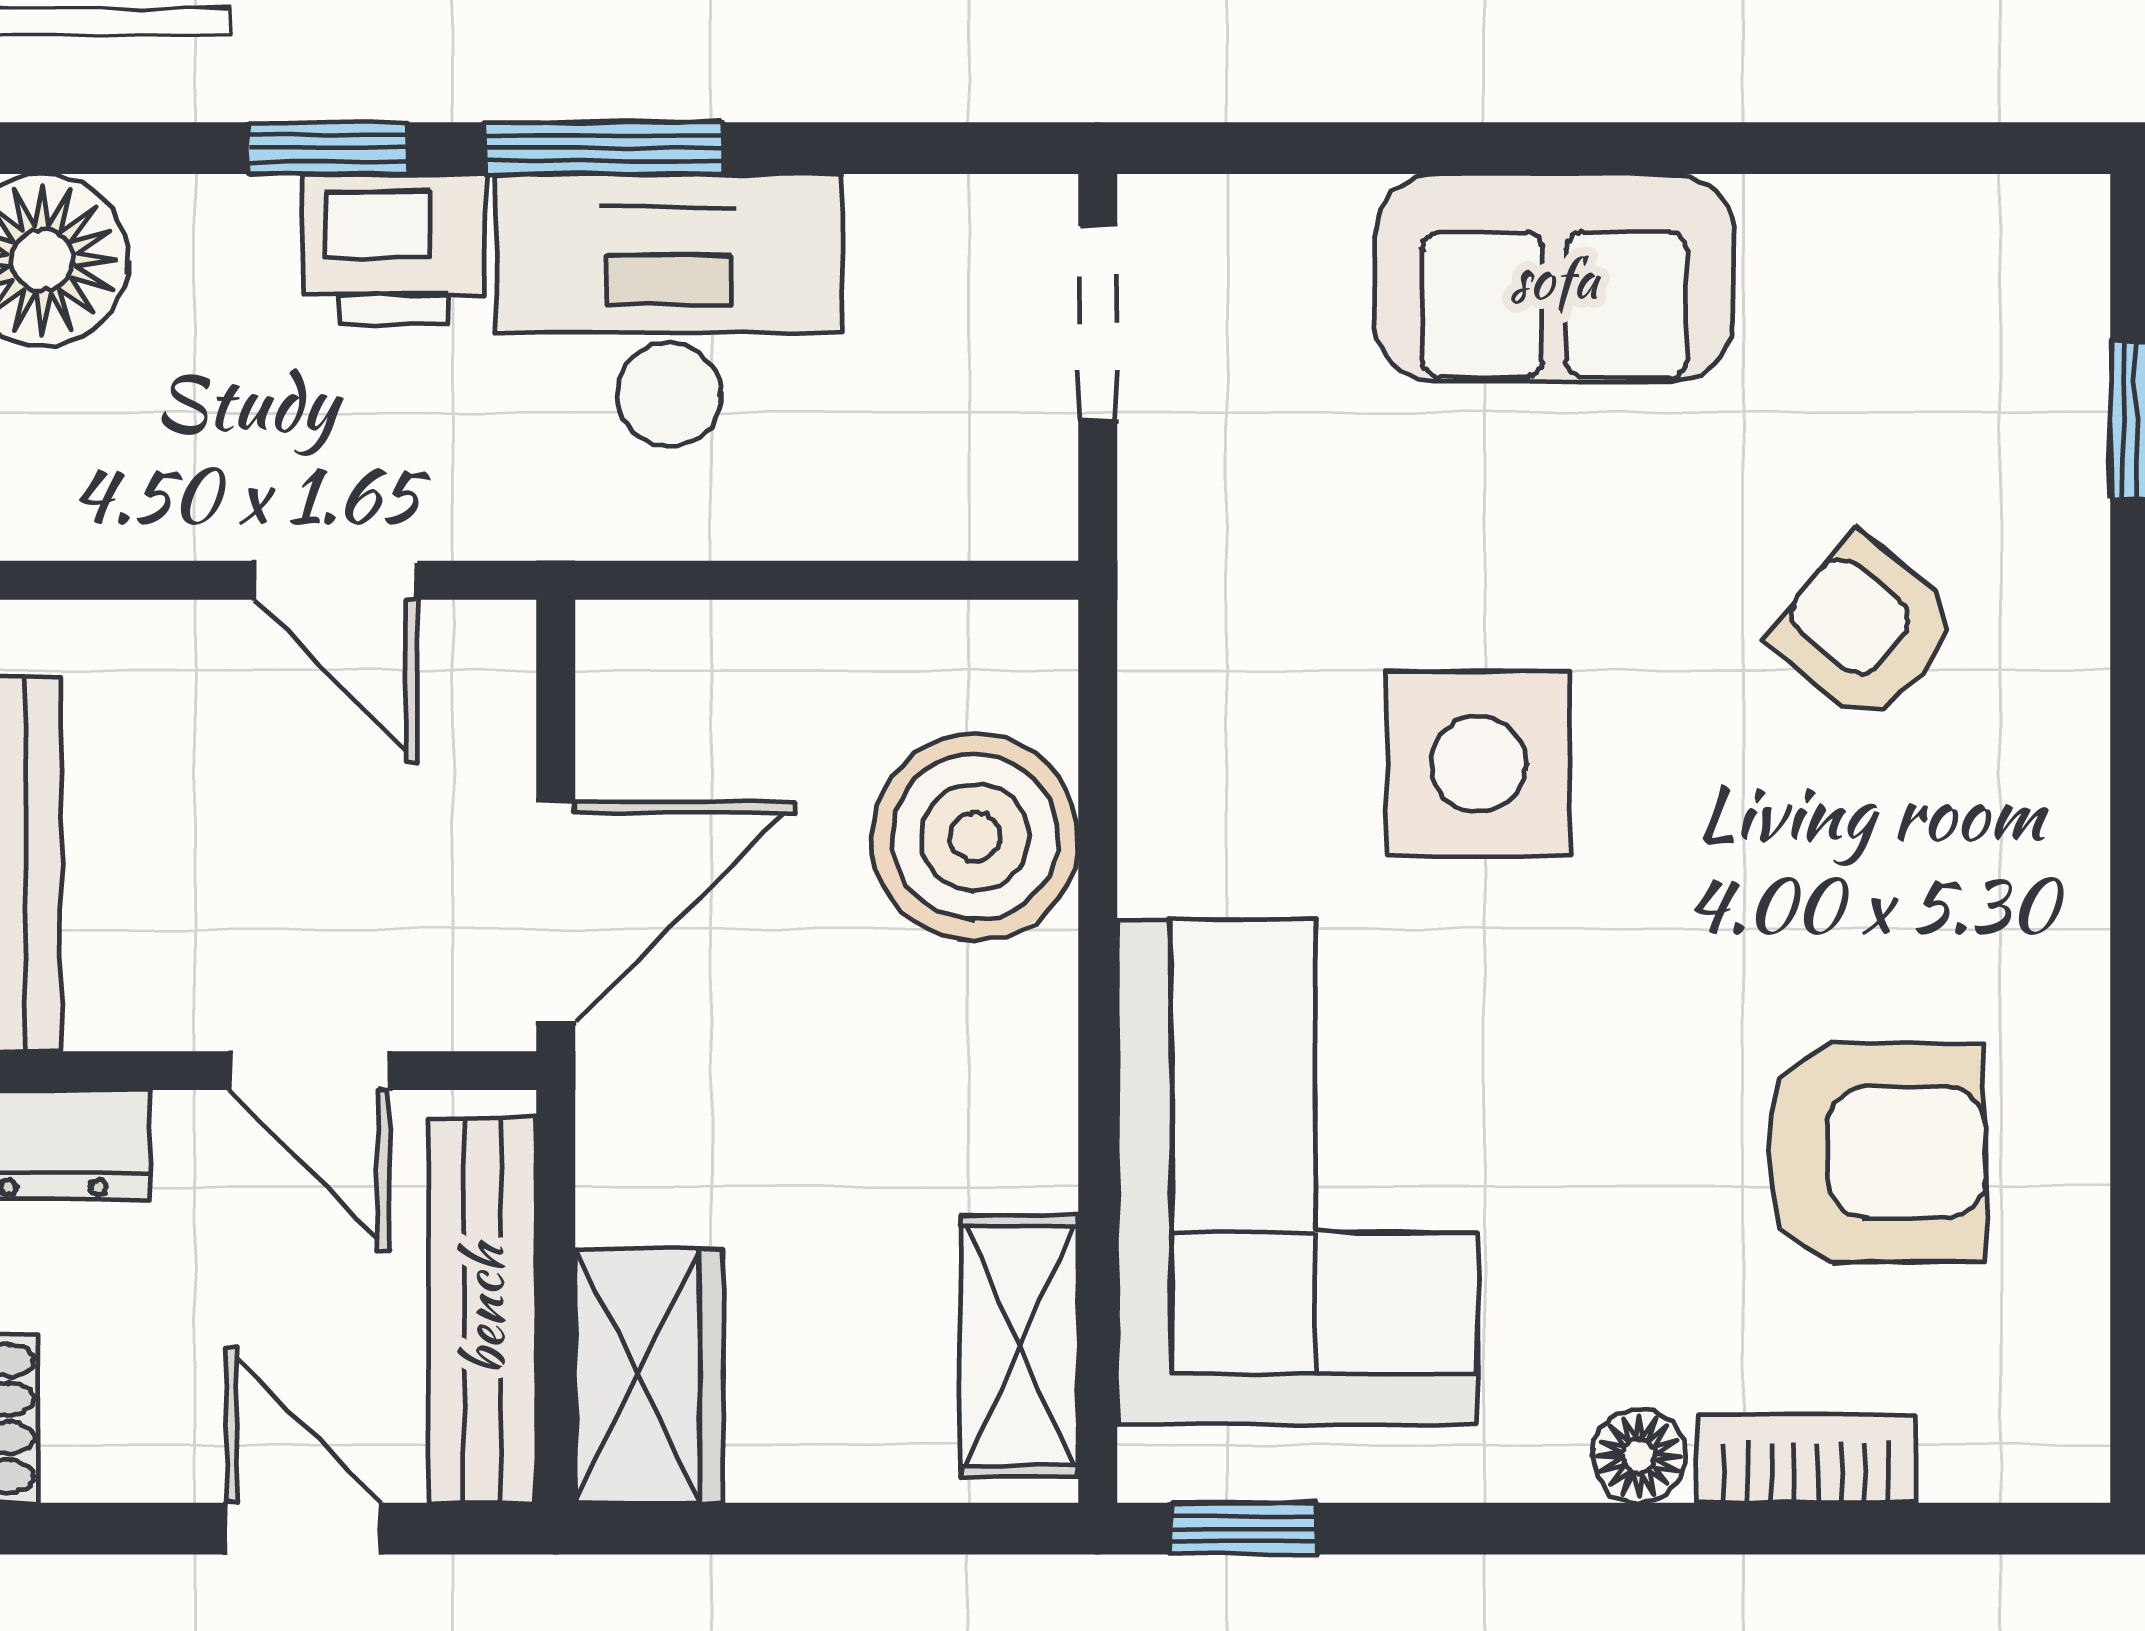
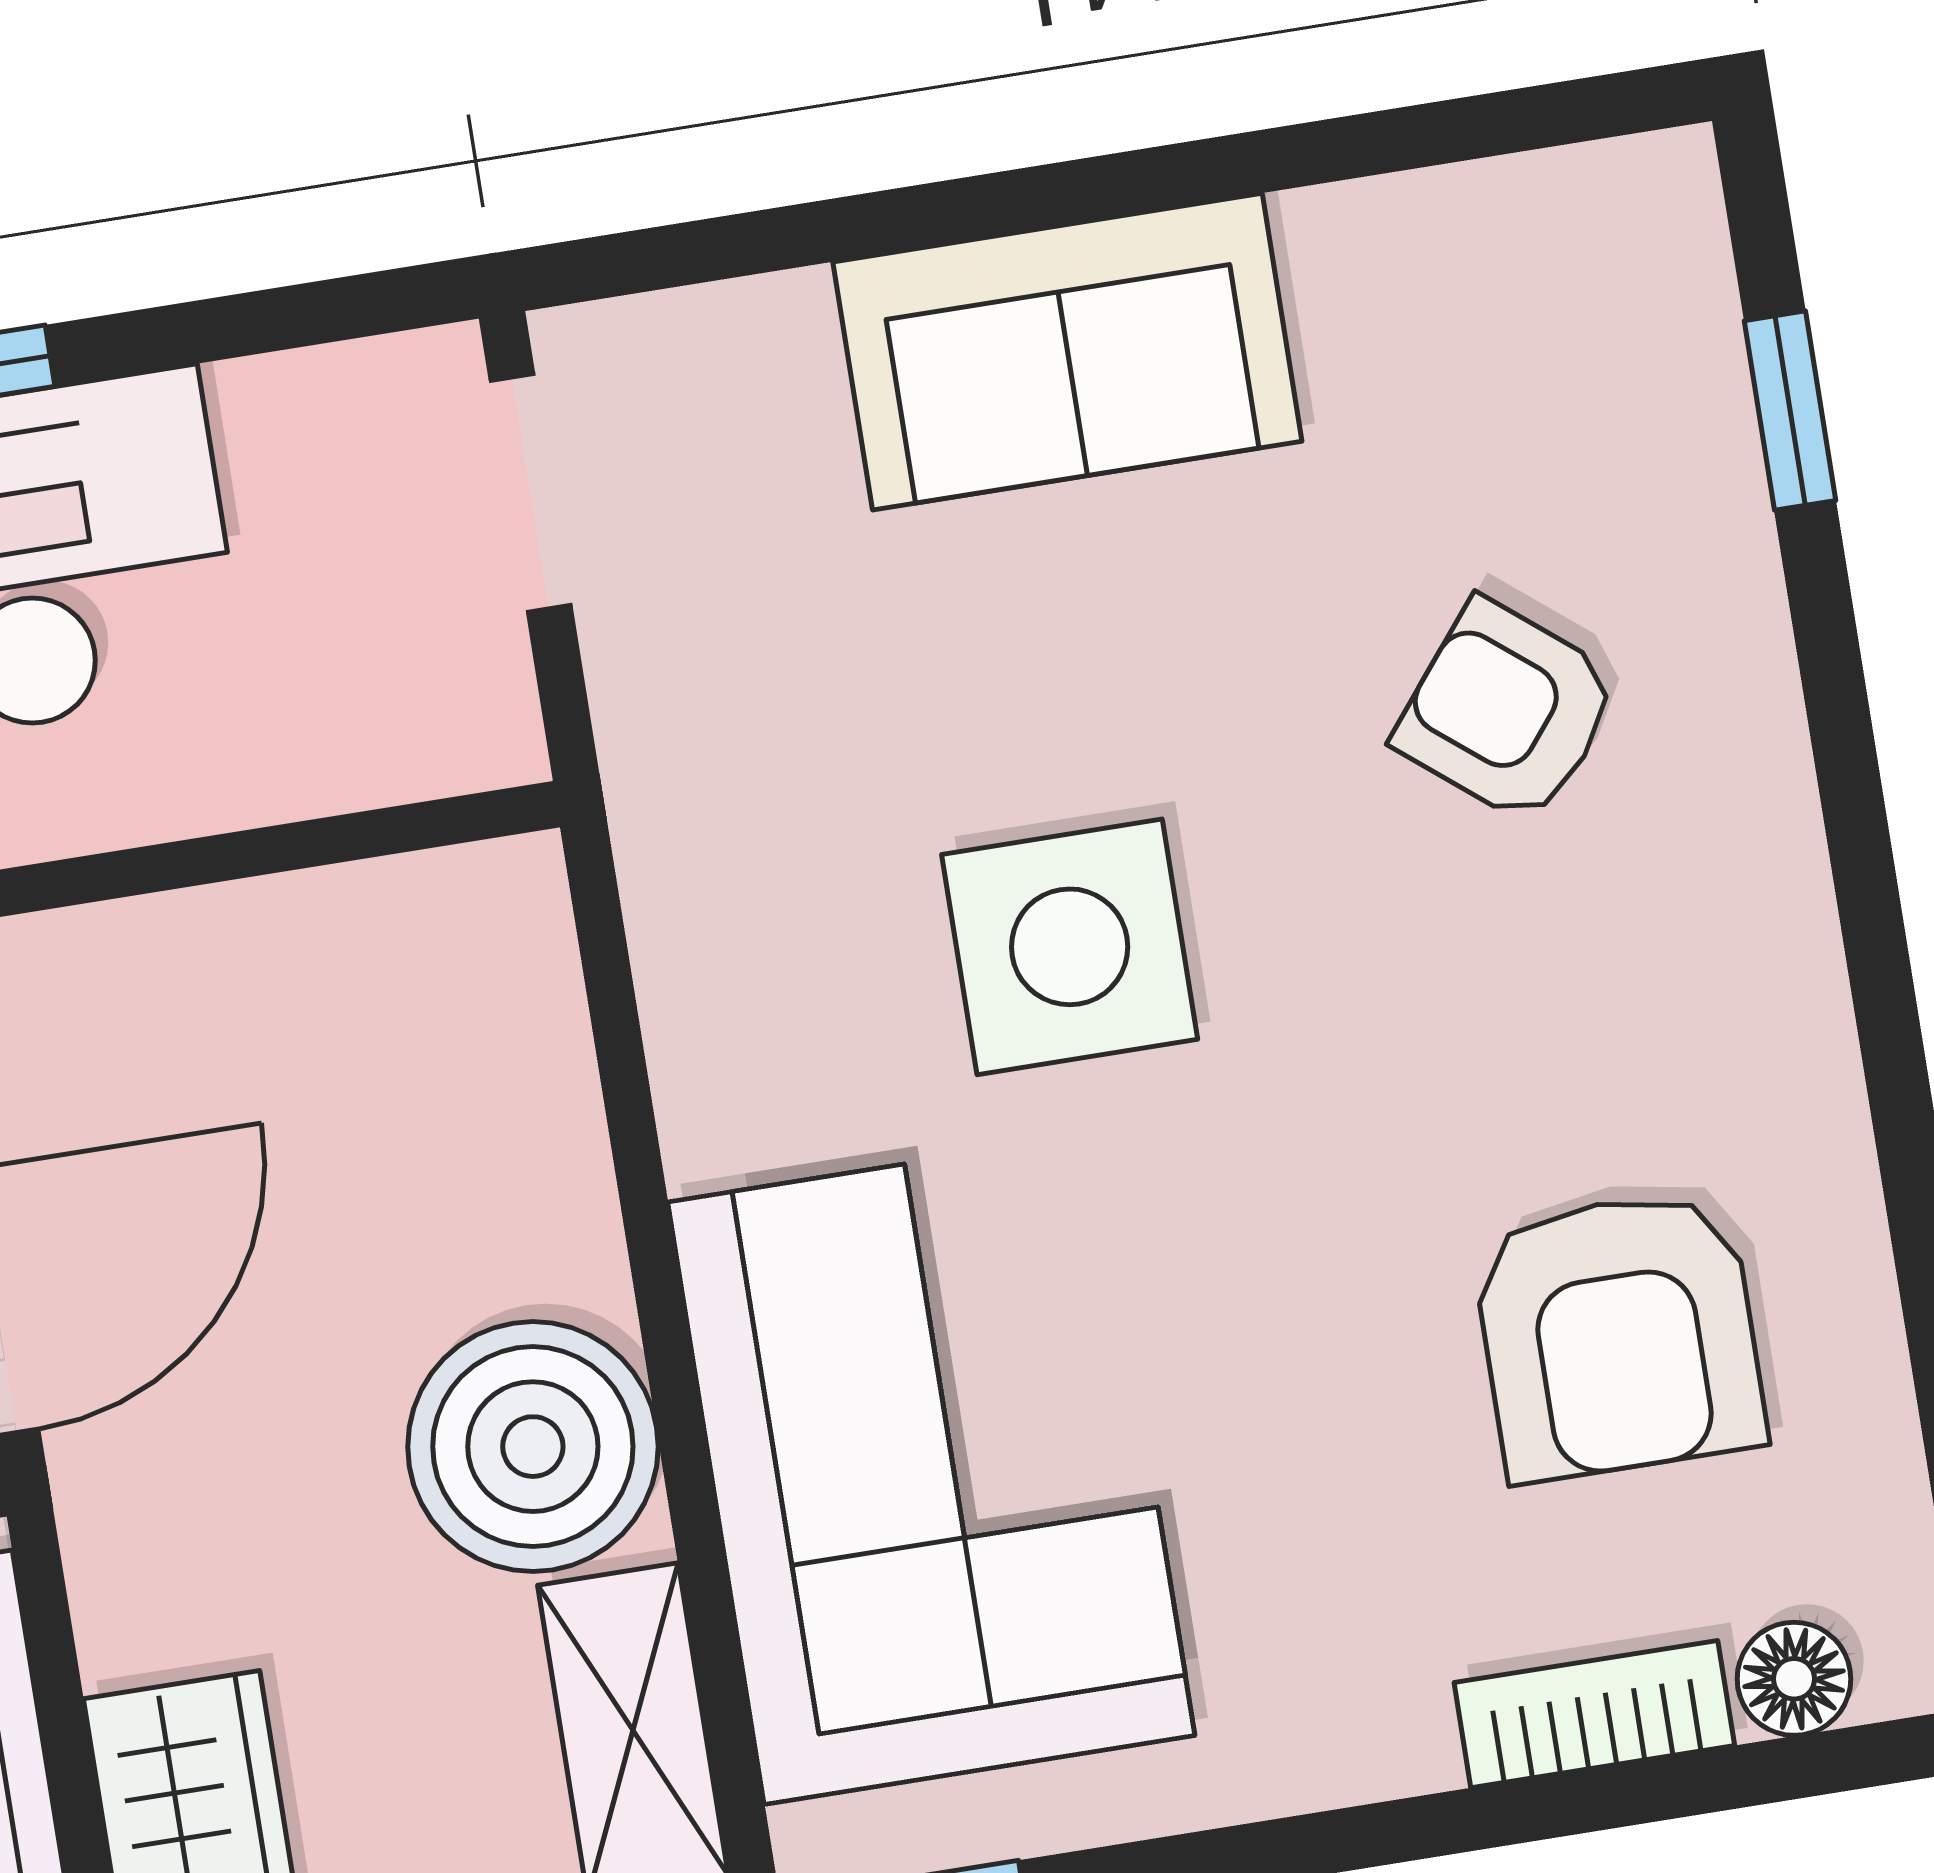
boiler: (975, 837) -> (533, 1447), moved
armchair: (1876, 1152) -> (1619, 1335), turned 90
floor lamp: (1639, 1456) -> (1794, 1679), moved

